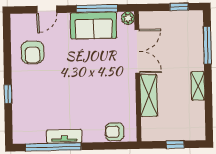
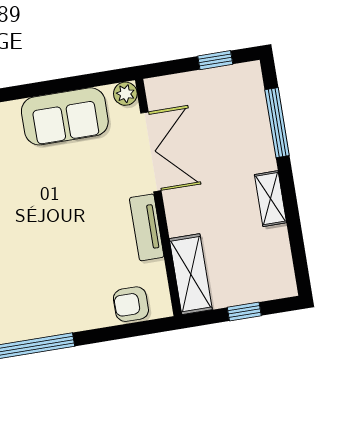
window: (97, 9) -> (66, 85), removed
shelving: (149, 95) -> (191, 274), moved
tv unit: (64, 136) -> (147, 227), moved, turned -90

